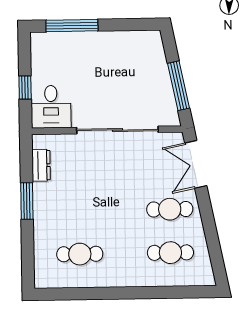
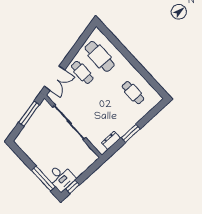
window: (25, 88) -> (73, 187), moved
desk: (51, 107) -> (61, 177), moved, turned 90
cafe table: (170, 253) -> (100, 56), width x1.37, depth x1.35

